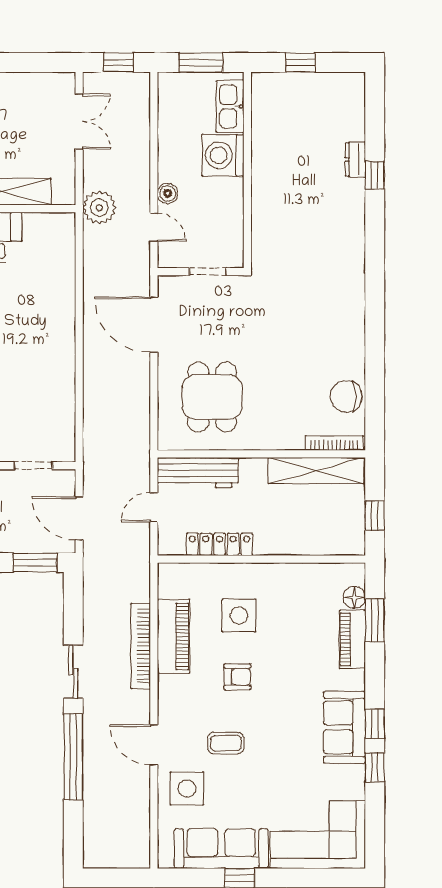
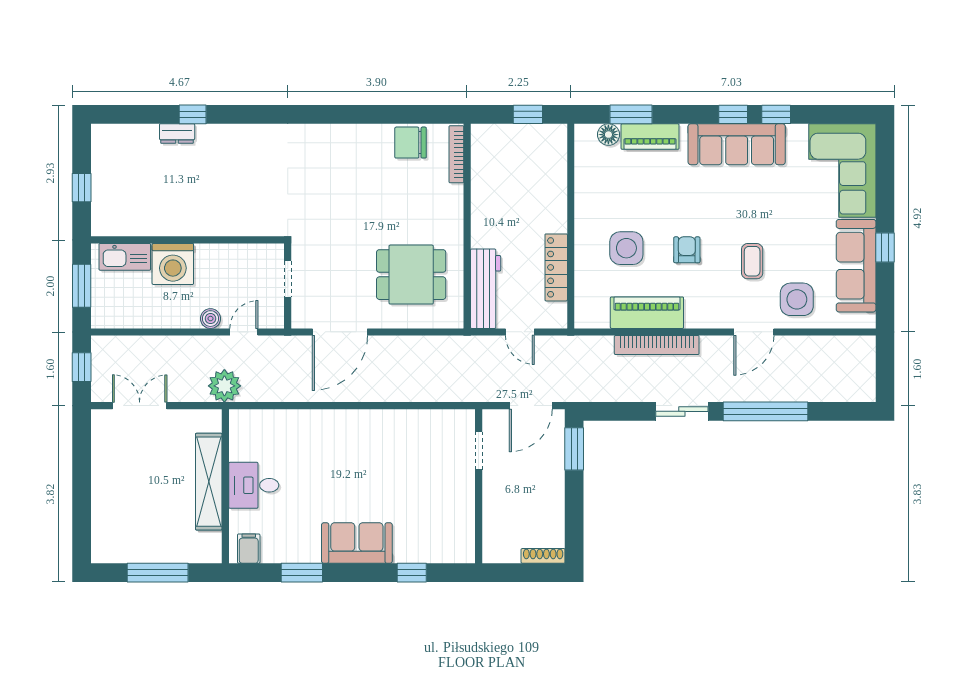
chair: (346, 396) -> (411, 143), turned 90
shelving: (316, 470) -> (484, 172), removed
sofa: (344, 727) -> (737, 144), width x1.36

